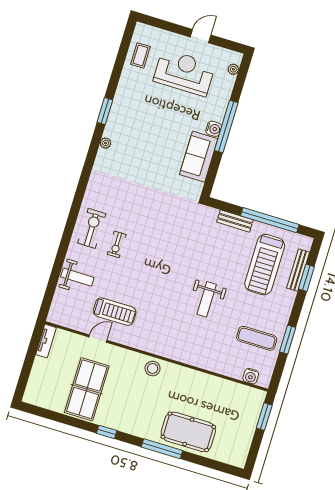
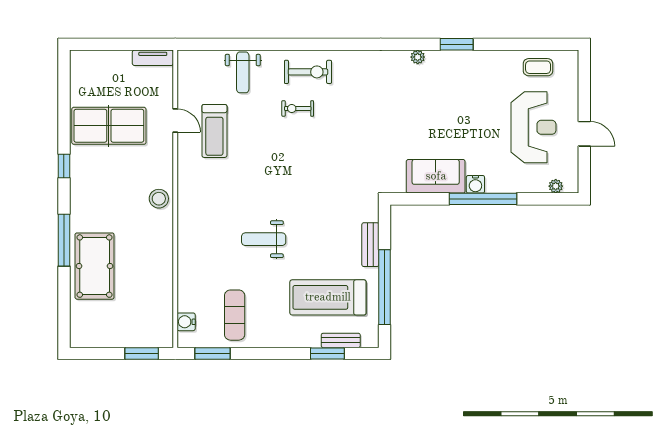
bench: (298, 270) -> (341, 340), width x0.73
window: (288, 340) -> (213, 353), moved

